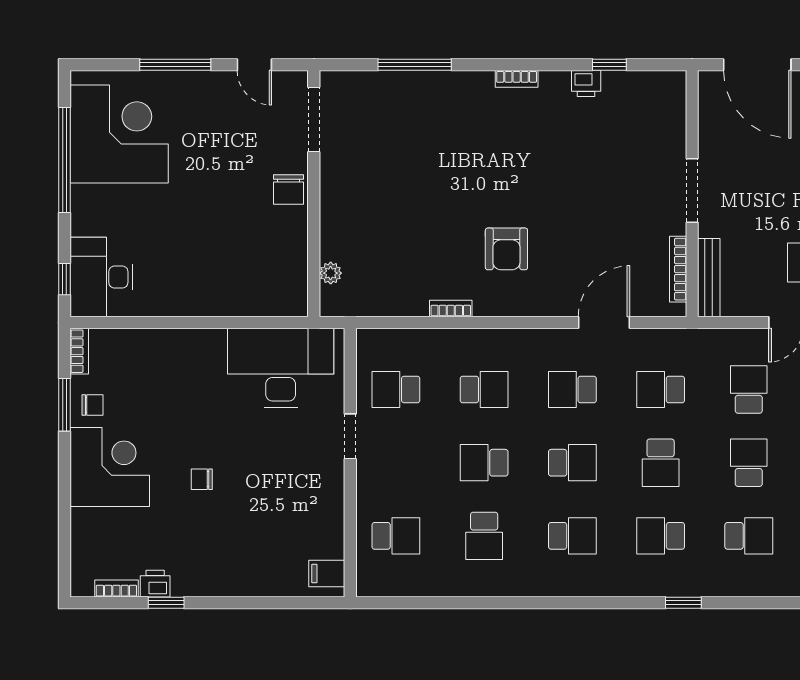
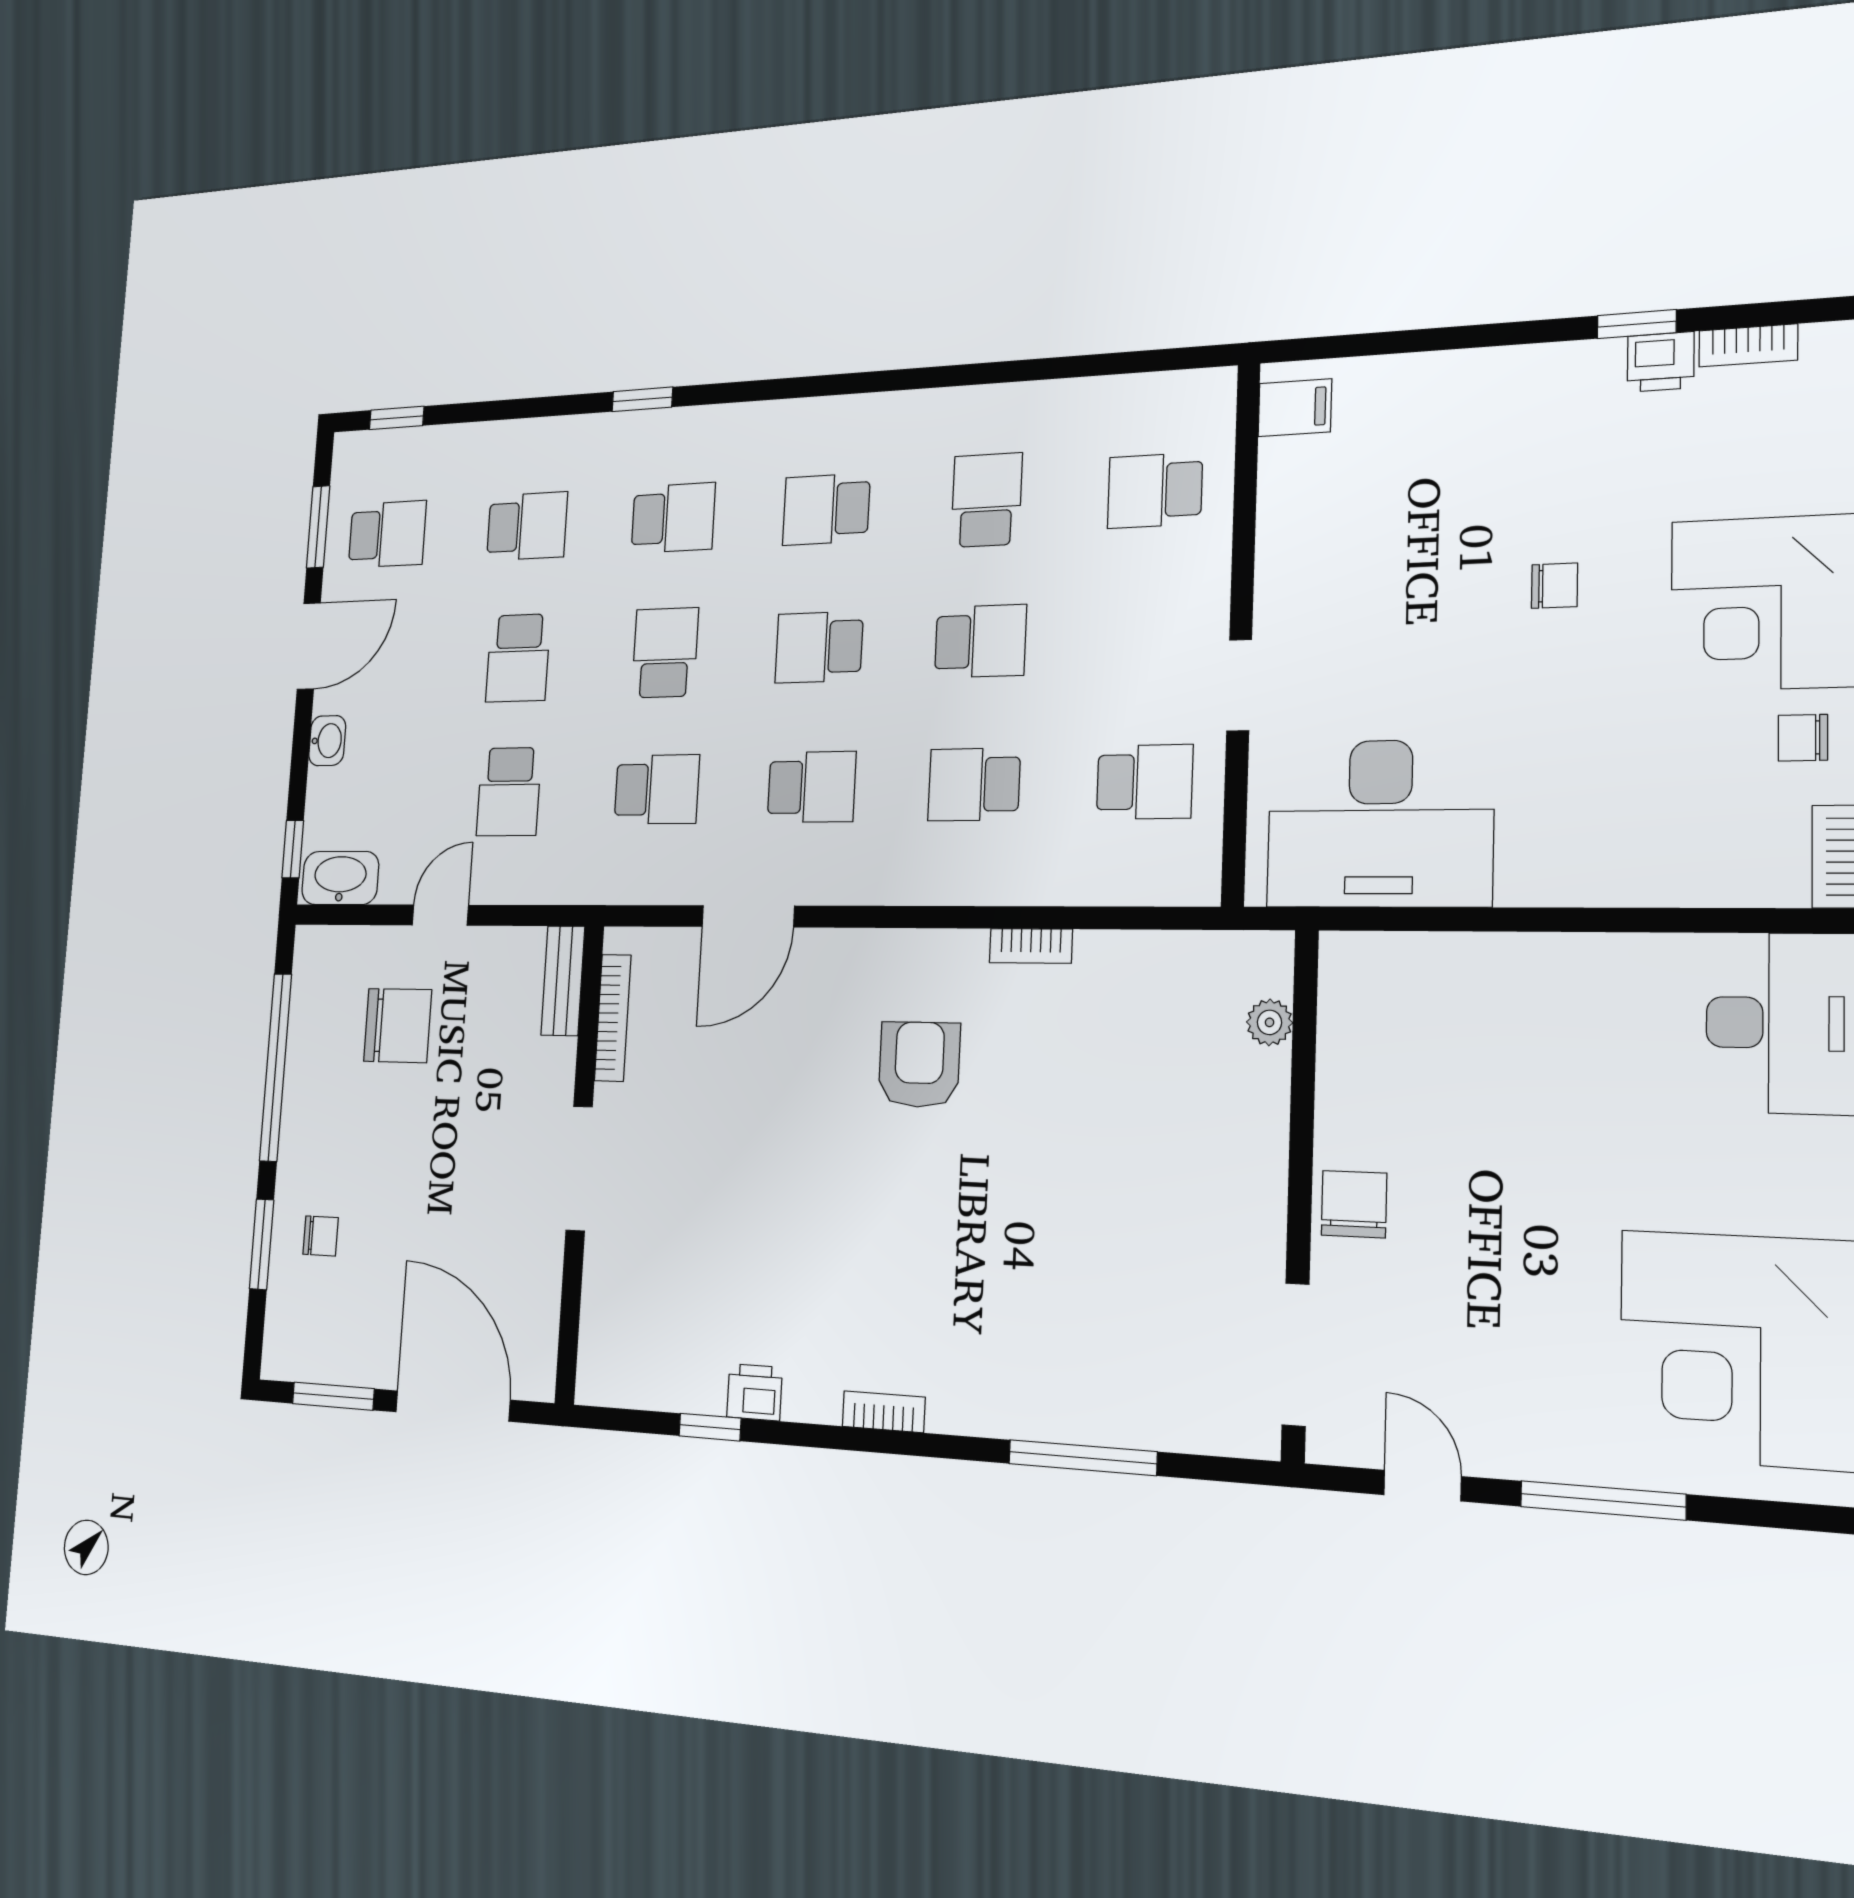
bench: (709, 278) -> (563, 981), width x0.73
school desk: (749, 536) -> (527, 526), turned 180

